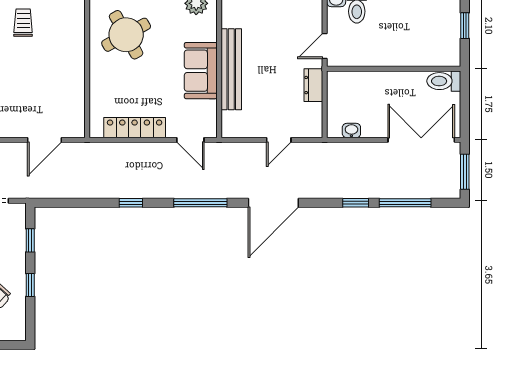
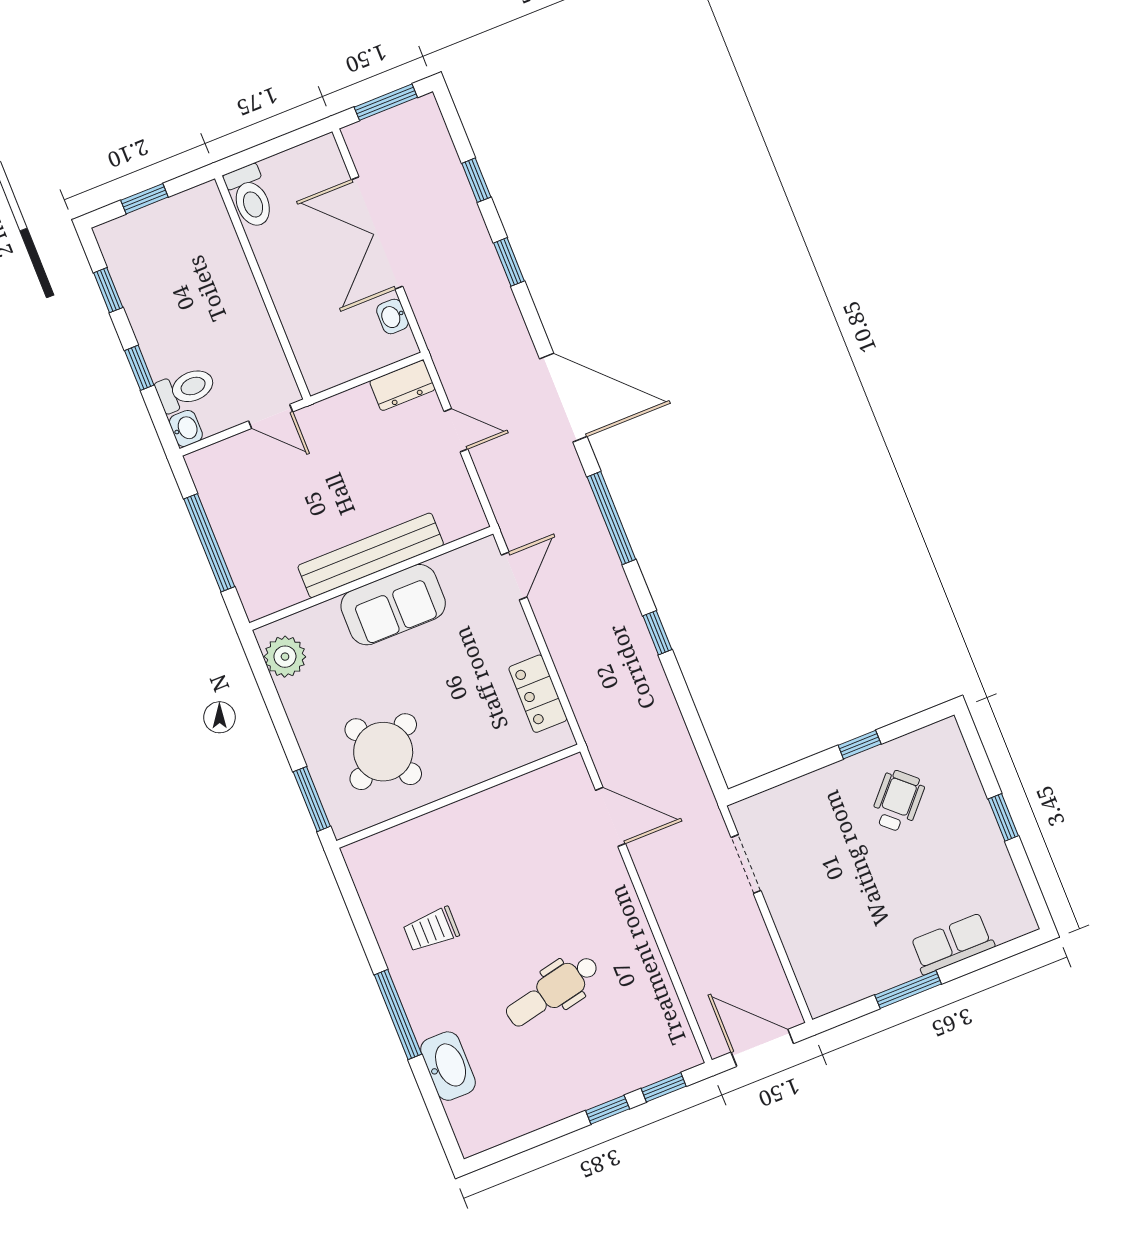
dresser: (313, 85) -> (402, 385), moved
locker: (135, 128) -> (538, 694), width x0.66
double door: (421, 140) -> (377, 233), moved
window: (405, 203) -> (476, 180), width x0.46
window: (30, 240) -> (786, 774), removed

